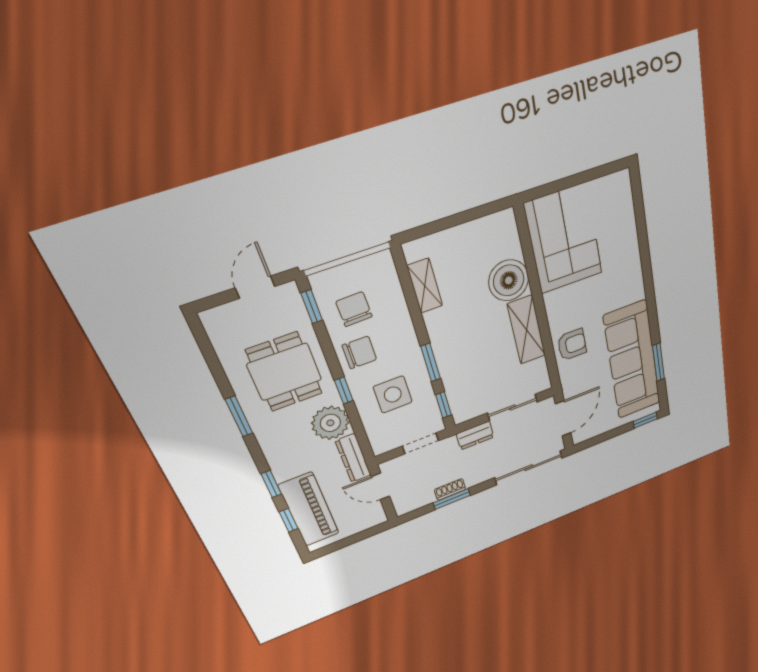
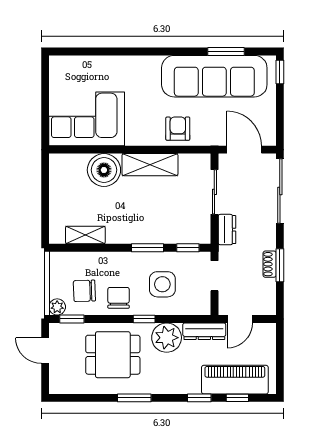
plant: (321, 283) -> (57, 307), added

